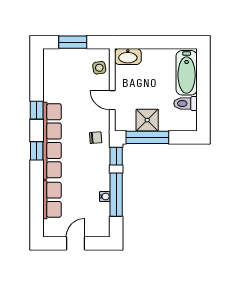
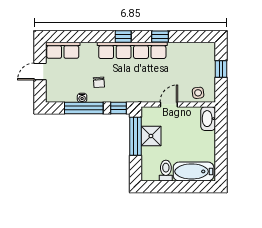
window: (73, 42) -> (221, 69), width x0.67
chair: (96, 138) -> (99, 82), moved
row of seats: (52, 200) -> (63, 50), moved
door: (76, 243) -> (40, 72), swing flipped

